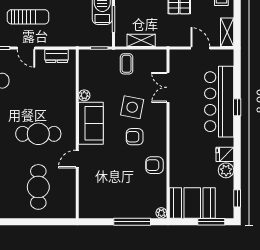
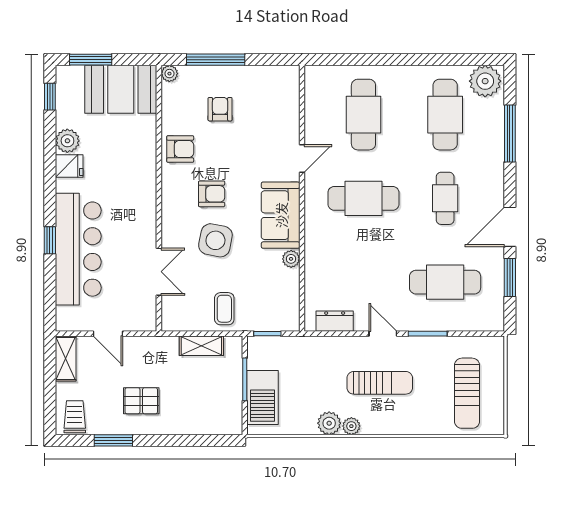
sun lounger: (28, 17) -> (380, 383), turned 180
armchair: (129, 190) -> (220, 109), added

